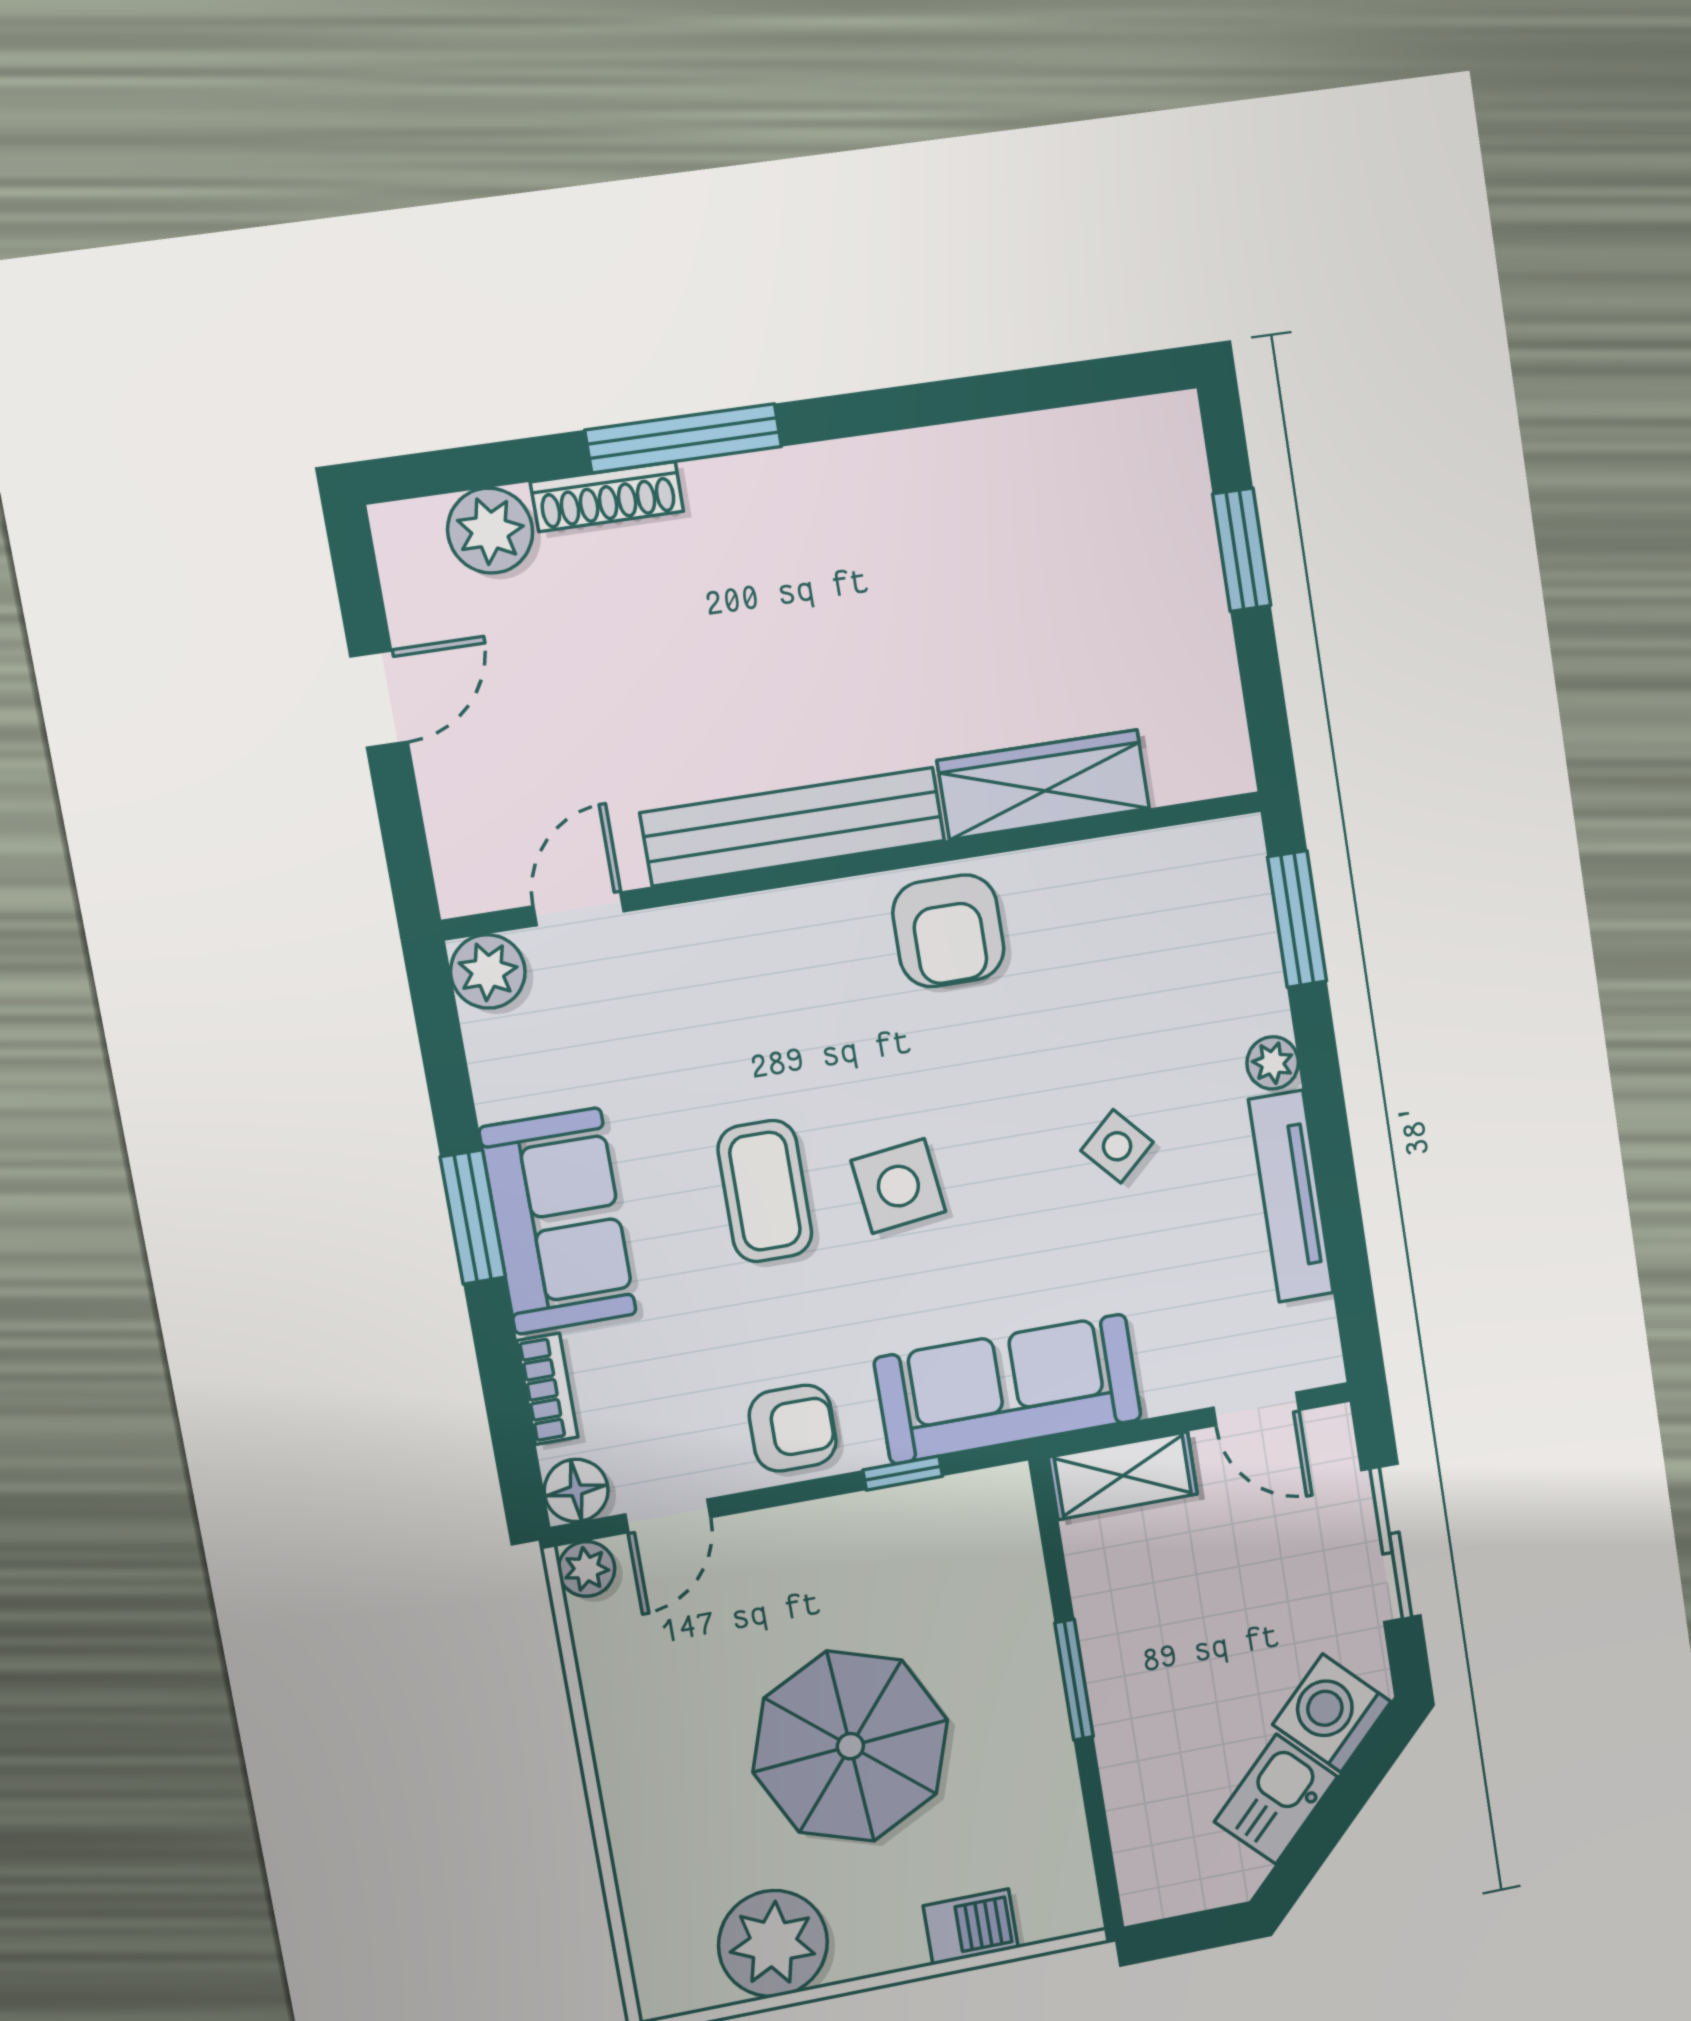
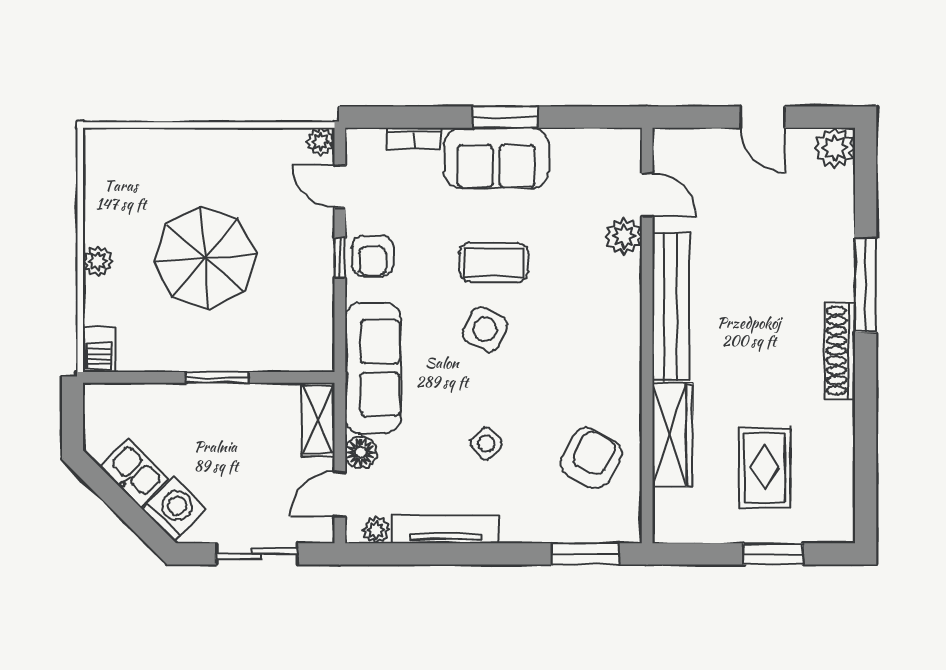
shoe rack: (607, 497) -> (840, 350), moved, width x1.36, depth x1.24
plant: (490, 531) -> (835, 148), moved
rug: (1078, 591) -> (765, 468), added
armchair: (948, 931) -> (591, 458), moved, turned 119
plant: (488, 971) -> (624, 236), moved
plant: (1273, 1063) -> (376, 530), moved
side table: (898, 1186) -> (485, 329), turned 33
window: (903, 1473) -> (340, 258), moved
floor lamp: (576, 1490) -> (361, 452), moved
barbecue: (971, 1927) -> (99, 350), moved
plant: (773, 1944) -> (98, 261), moved, width x0.53, depth x0.53

